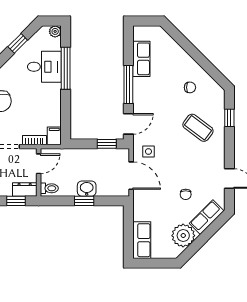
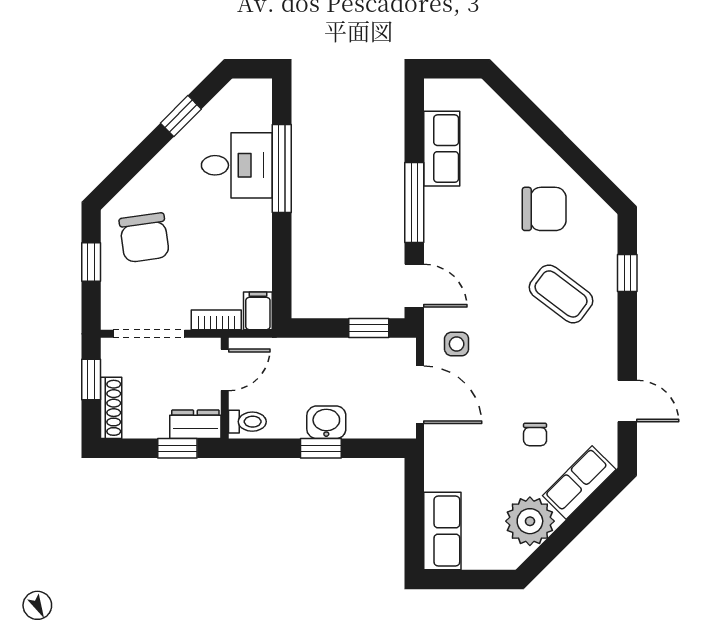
plant: (55, 31) -> (260, 91), removed
chair: (190, 87) -> (544, 209), width x1.87, depth x1.87
door: (128, 124) -> (414, 286), hinge flipped

